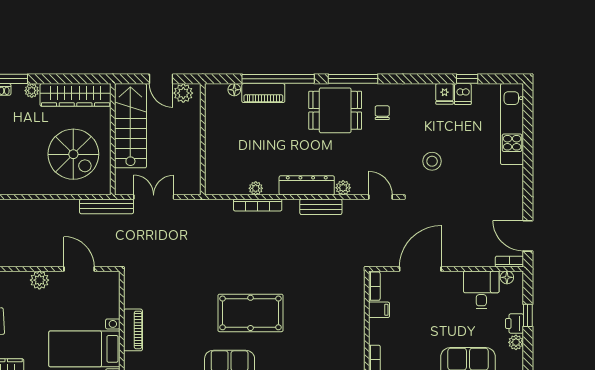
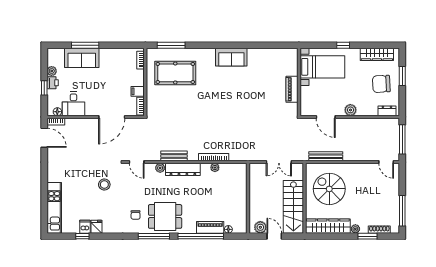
bench: (107, 206) -> (326, 156), moved
pool table: (250, 313) -> (175, 73), moved
piano: (133, 330) -> (292, 89), moved

